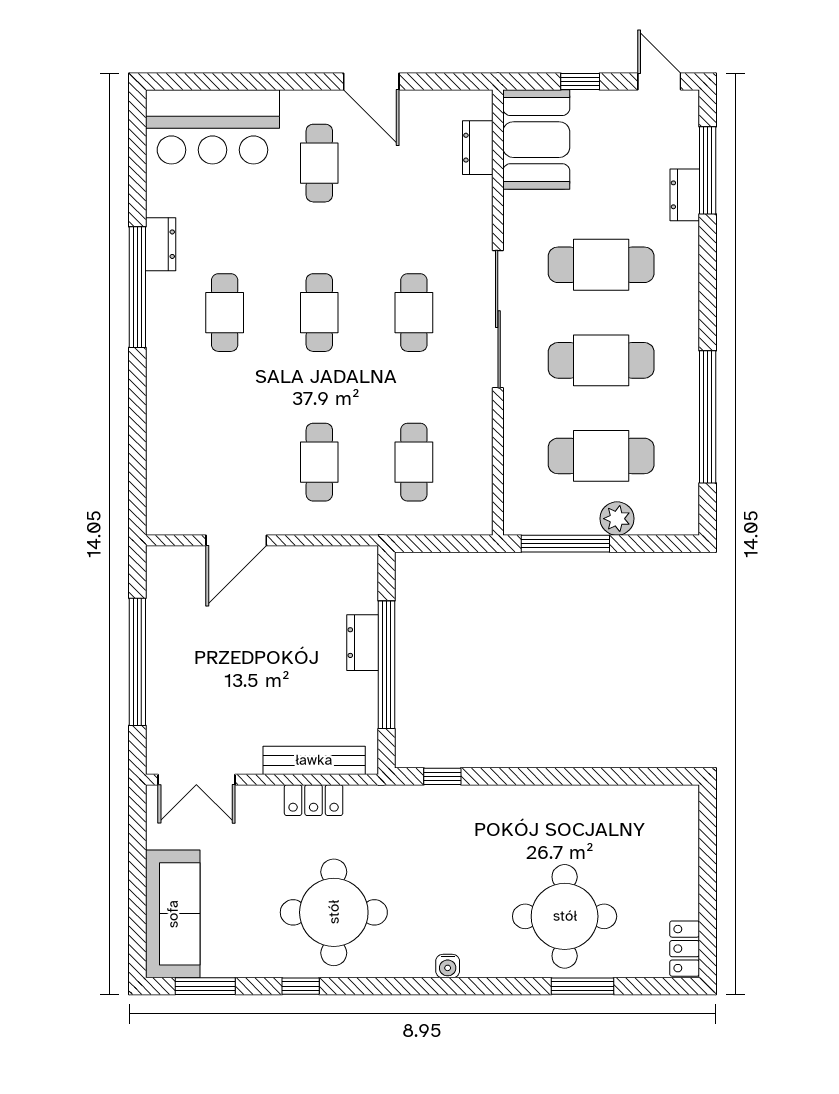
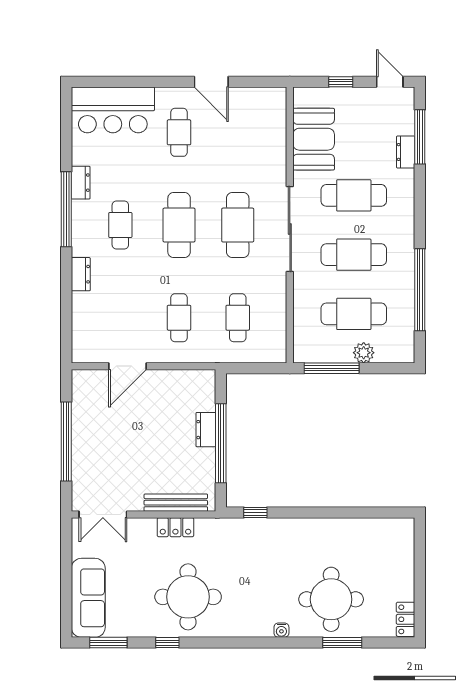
booth: (536, 140) -> (314, 139), moved
dresser: (478, 148) -> (81, 274), moved, turned 180
cafe table: (319, 313) -> (179, 225), width x1.37, depth x1.35
cafe table: (414, 313) -> (238, 225), width x1.37, depth x1.35
water cooler: (448, 966) -> (281, 630), moved

